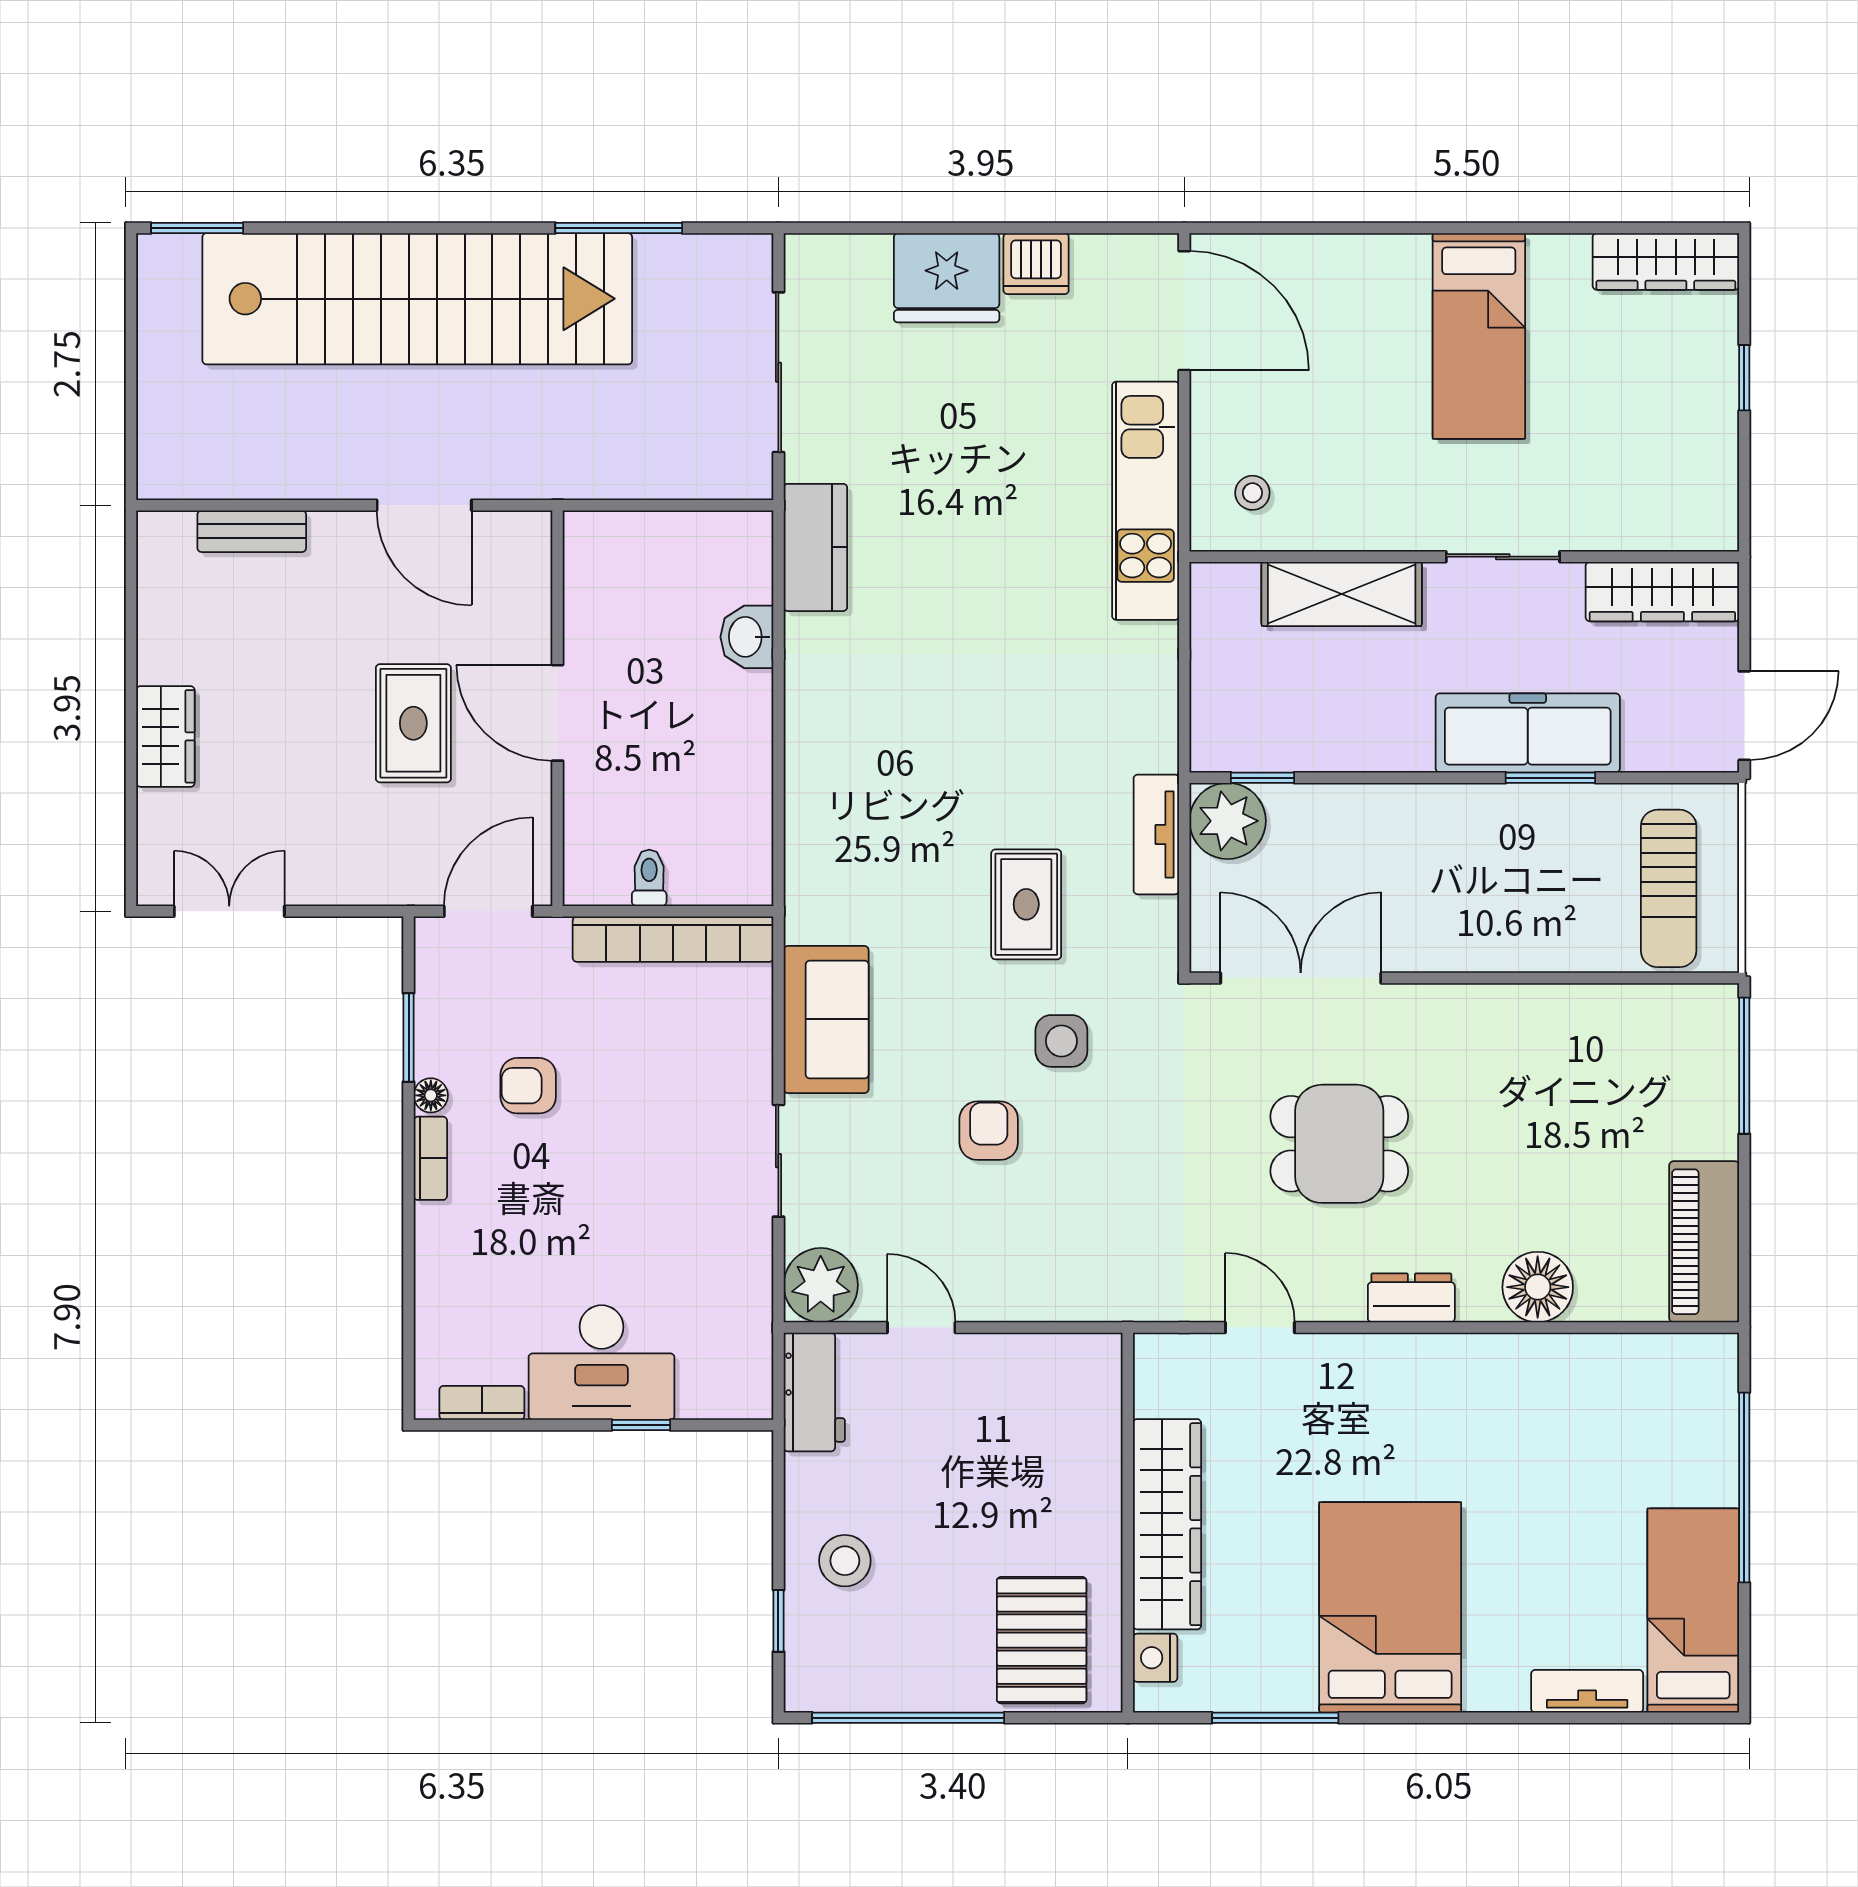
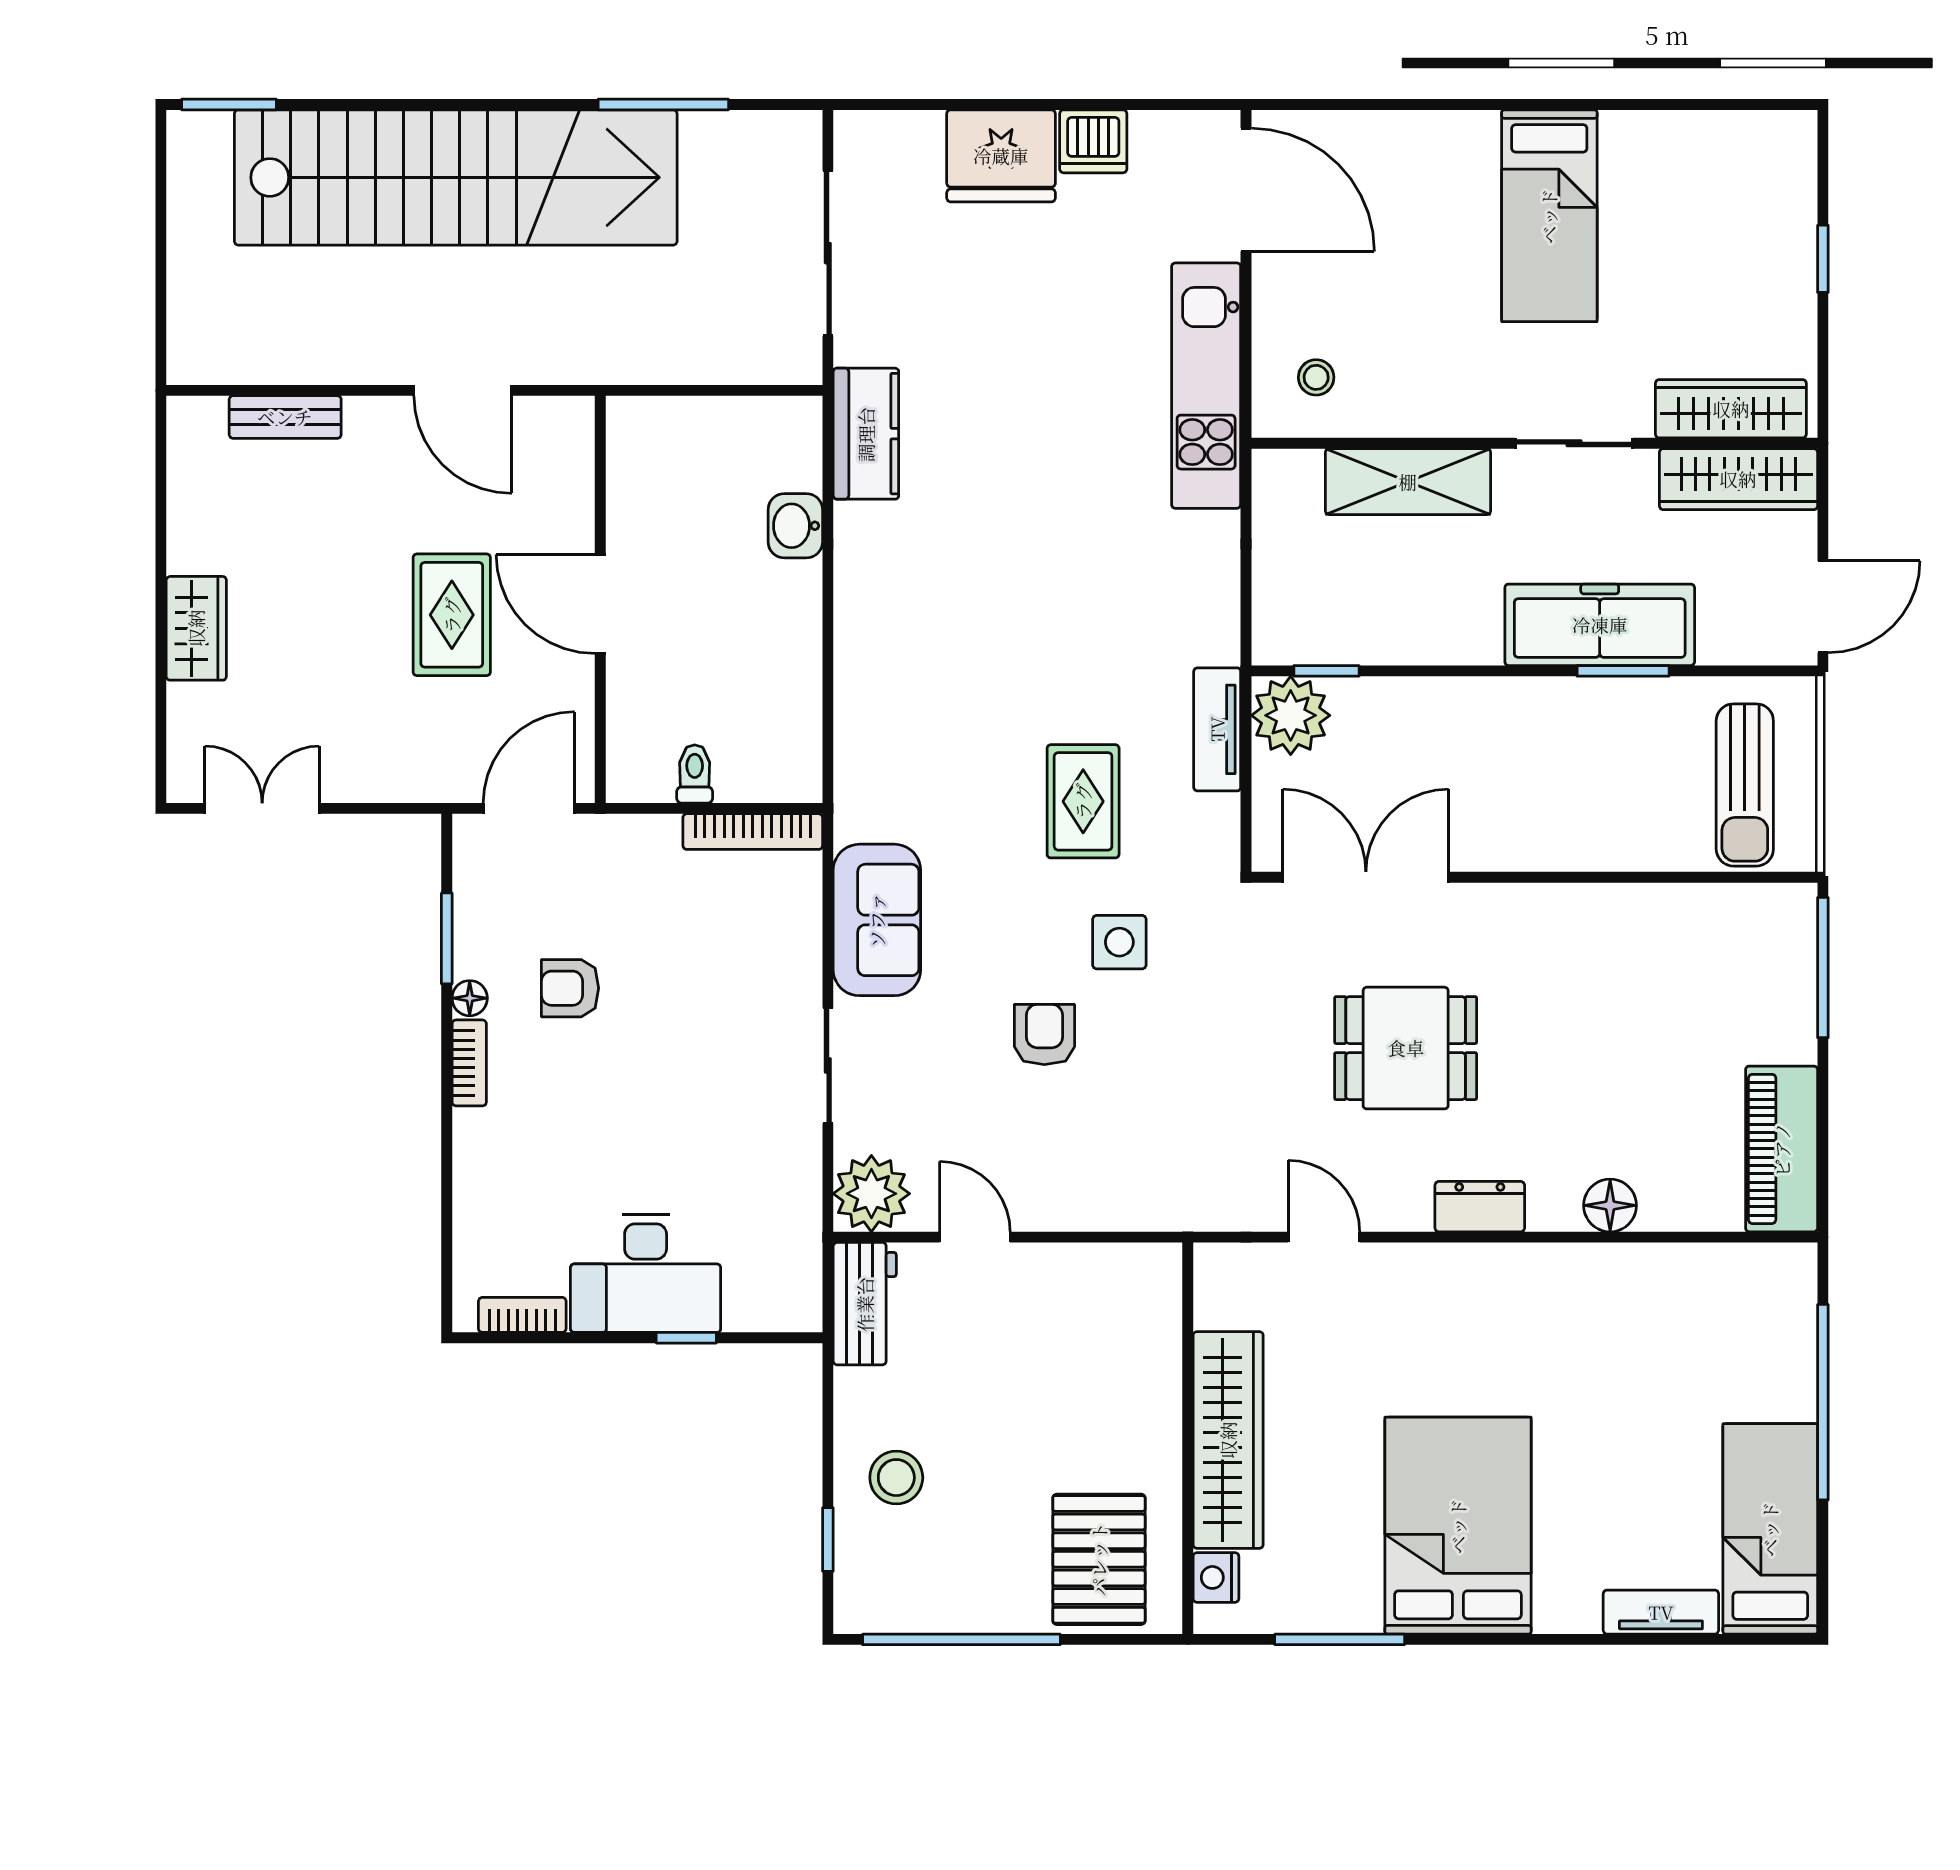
wardrobe: (1666, 261) -> (1731, 409), moved, turned 180
bookcase: (673, 939) -> (753, 832), width x0.68, depth x0.76
floor lamp: (1538, 1287) -> (1610, 1205), width x0.73, depth x0.73

